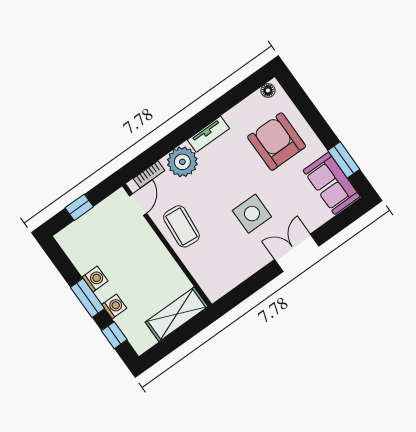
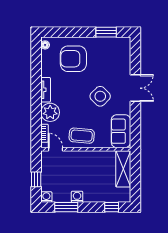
sofa: (332, 183) -> (121, 131), moved, turned 90
side table: (252, 214) -> (100, 96), turned 45
double door: (297, 253) -> (135, 88), swing flipped
window: (88, 298) -> (66, 207), moved
washing machine: (114, 306) -> (46, 197), moved

